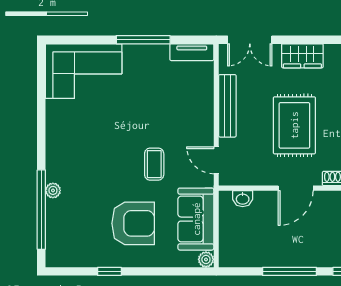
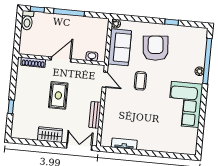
window: (143, 40) -> (140, 152), removed
tv unit: (192, 52) -> (124, 144), moved
corner sofa: (84, 71) -> (185, 104), moved, turned -90
bench: (227, 106) -> (95, 115), width x0.73
rug: (294, 125) -> (58, 95), width x0.73, depth x0.70
armchair: (133, 223) -> (156, 48), turned 85

